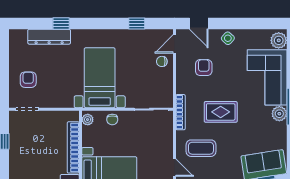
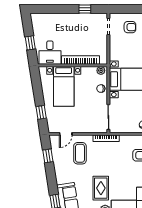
rug: (221, 112) -> (101, 188), moved

